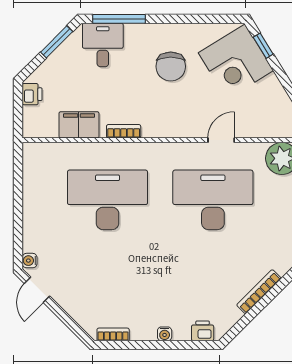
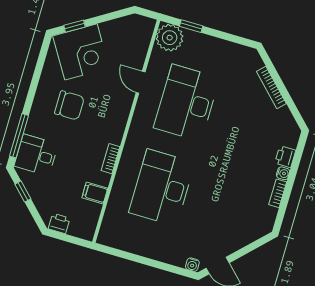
window: (57, 42) -> (23, 191), width x0.67
filing cabinet: (79, 125) -> (95, 193), width x0.50
printer: (203, 331) -> (285, 157), moved
bookcase: (113, 334) -> (278, 193), moved

